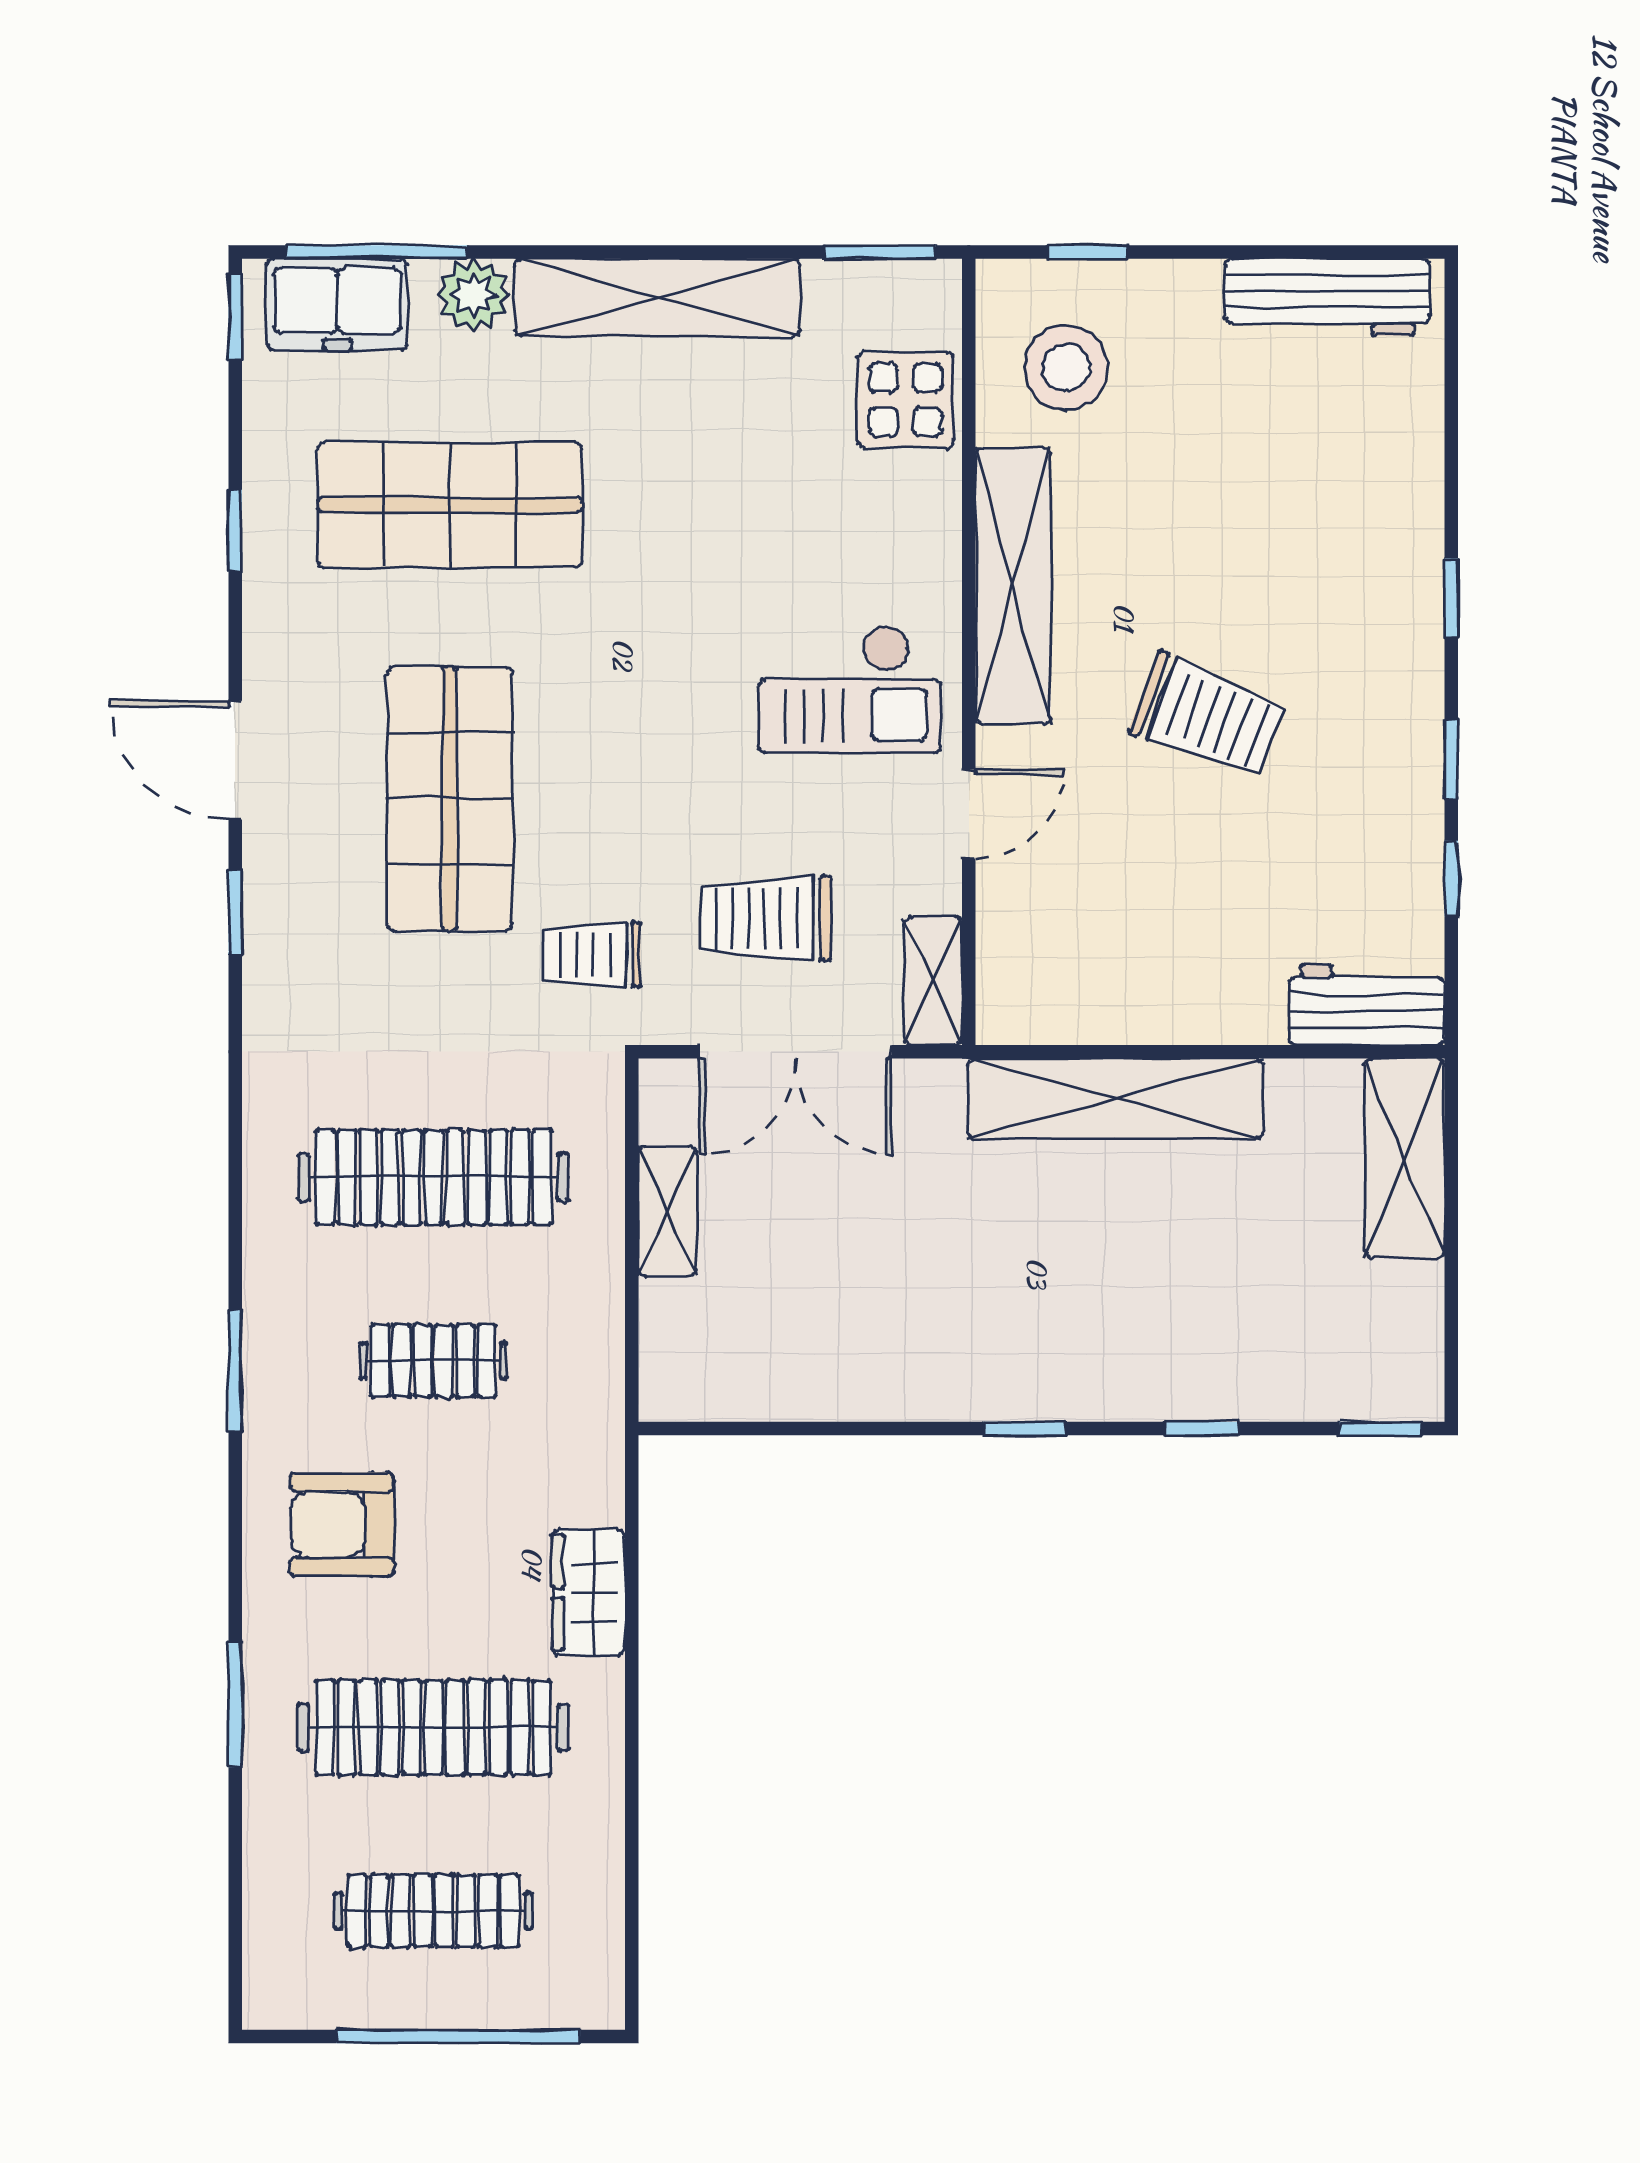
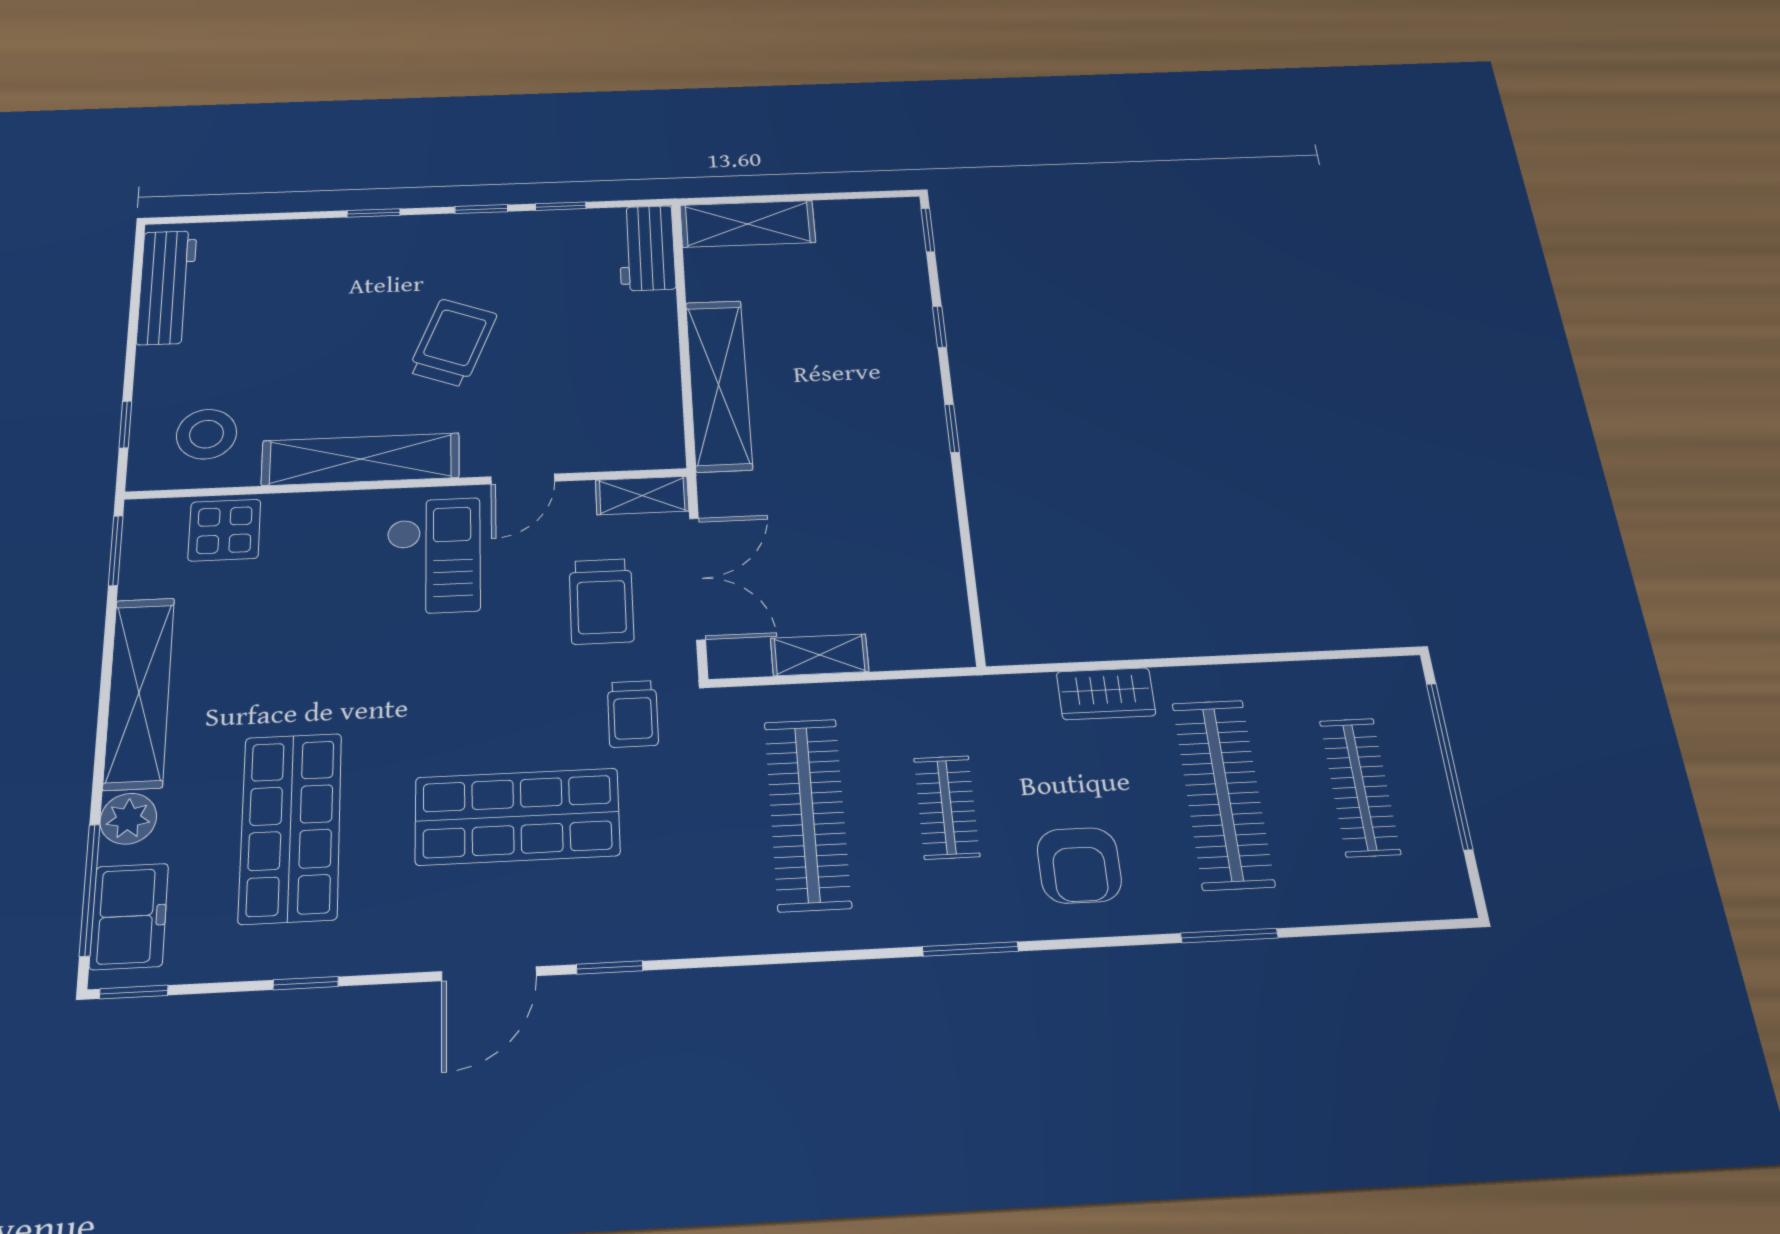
door: (969, 814) -> (523, 479), swing flipped

